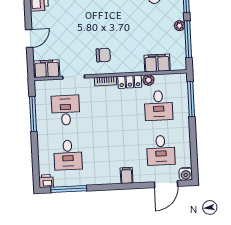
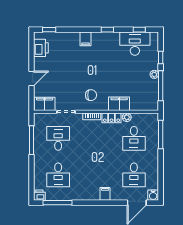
filing cabinet: (157, 63) -> (119, 104), moved

